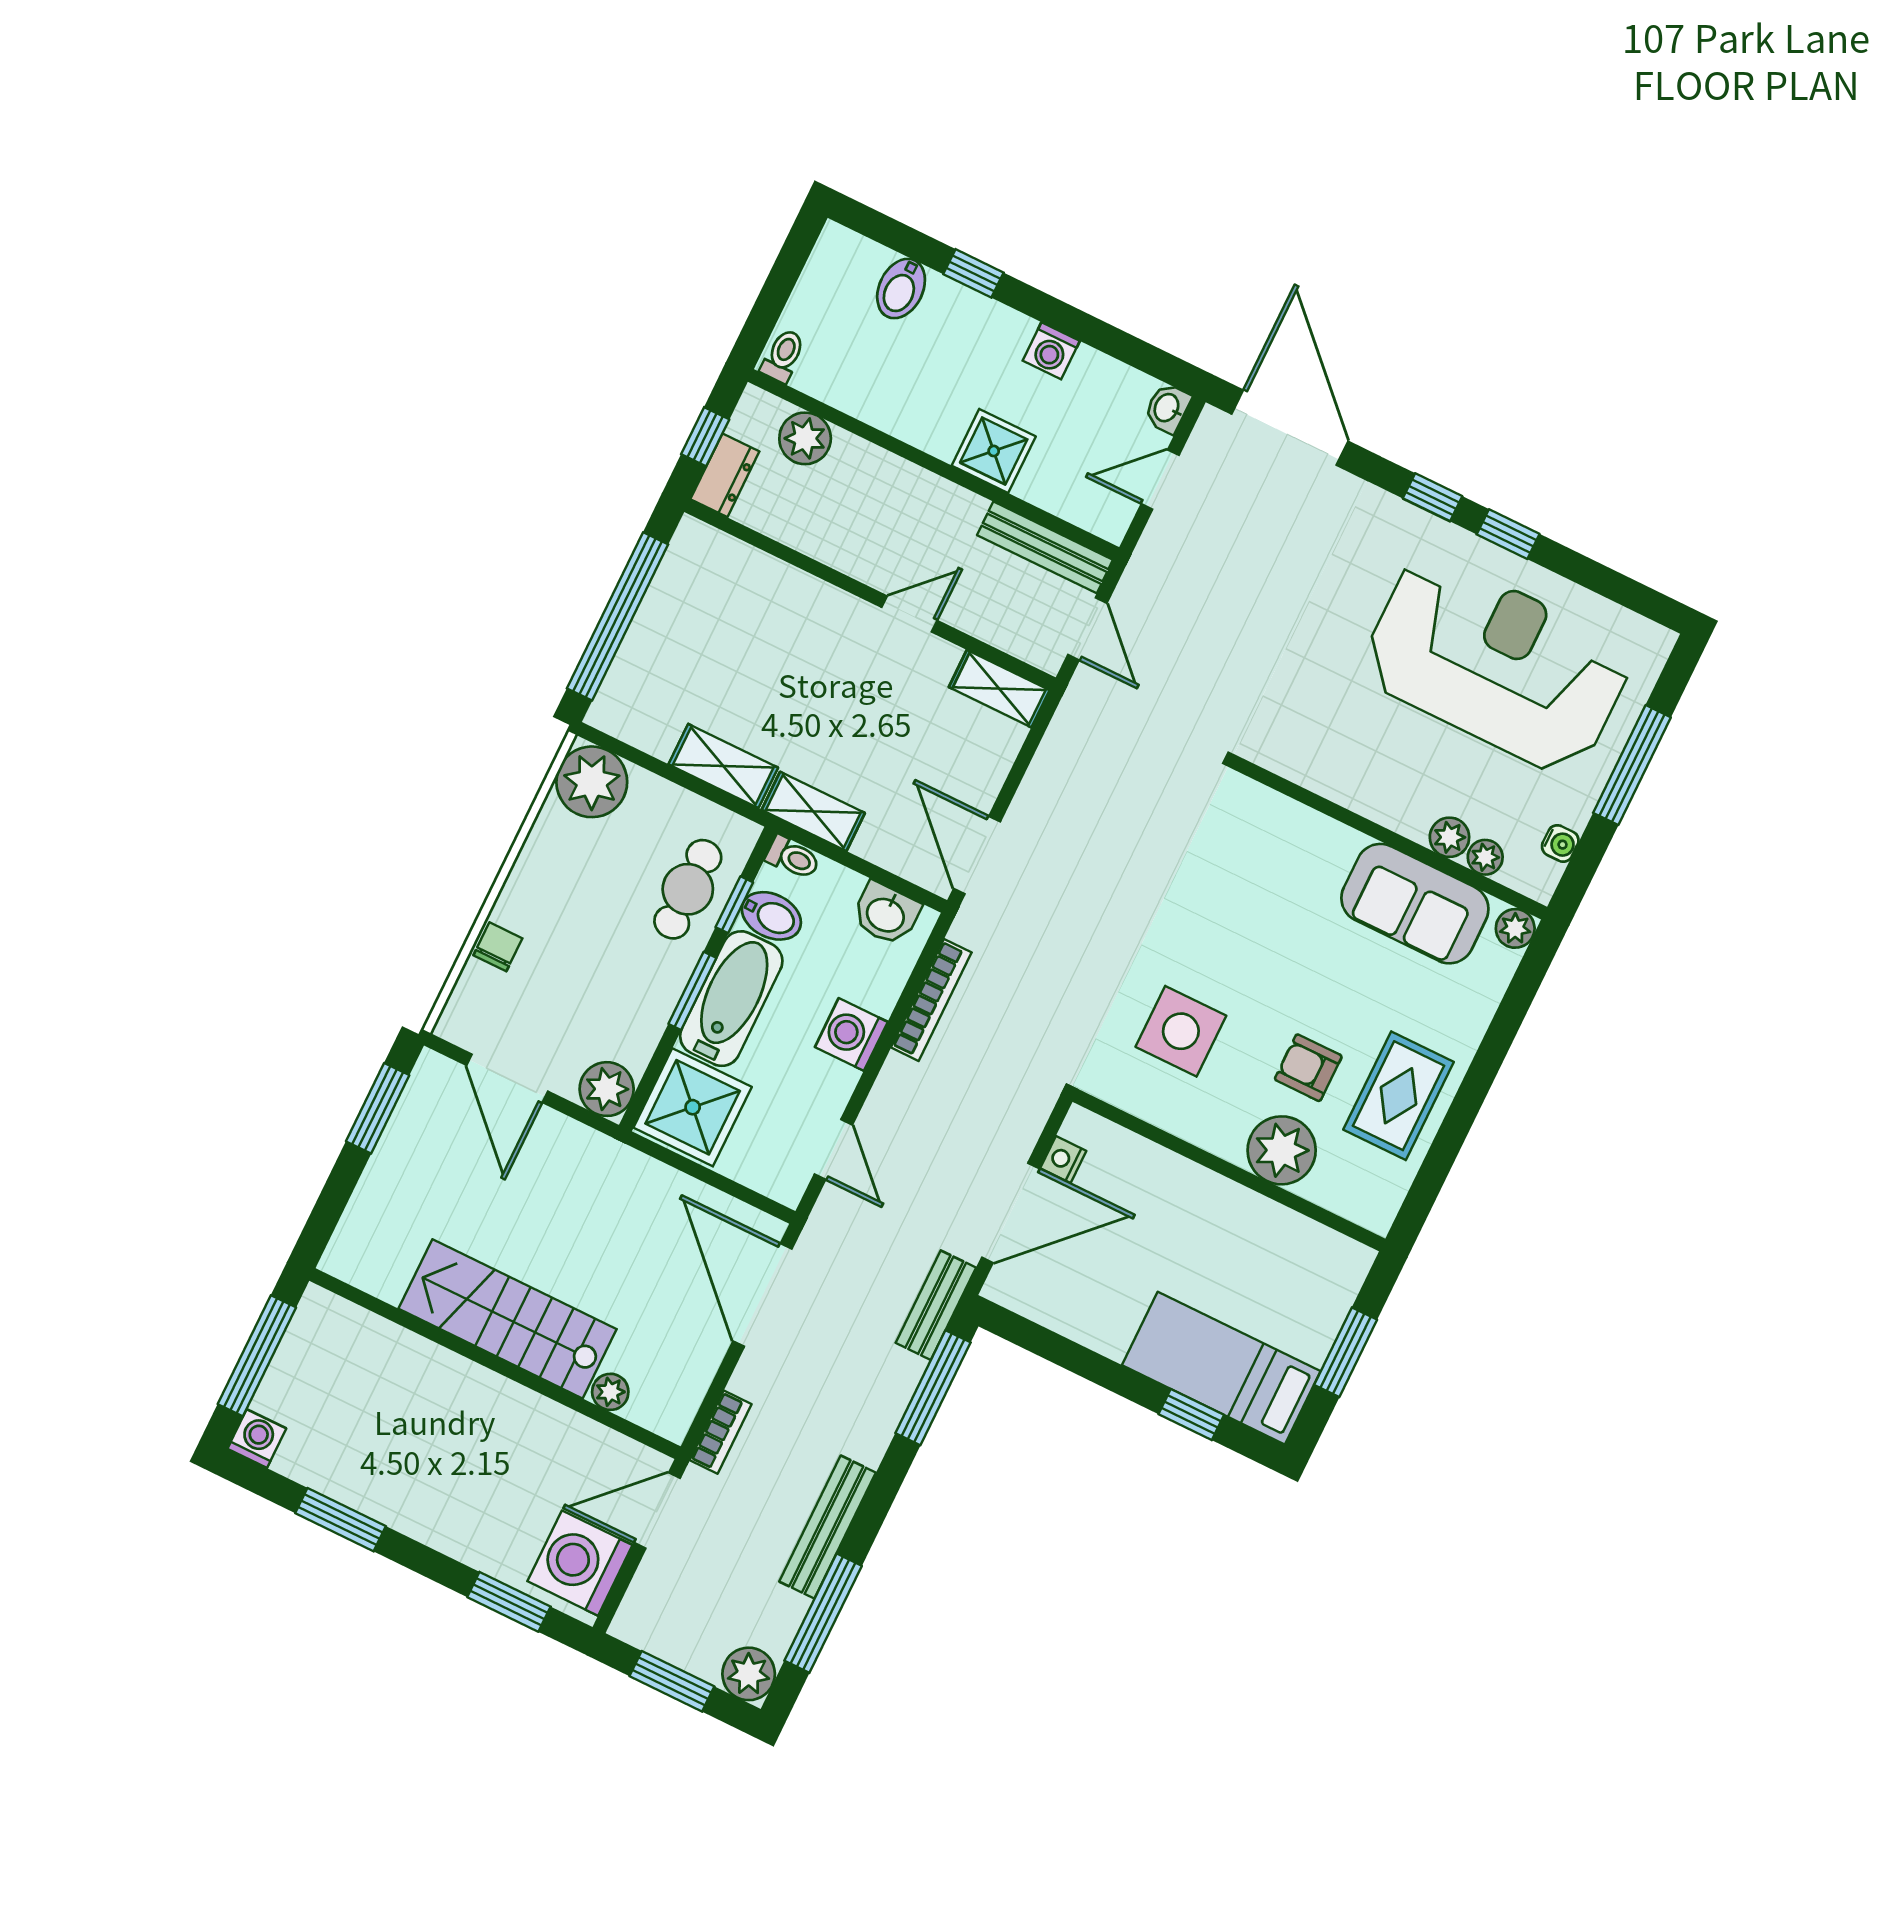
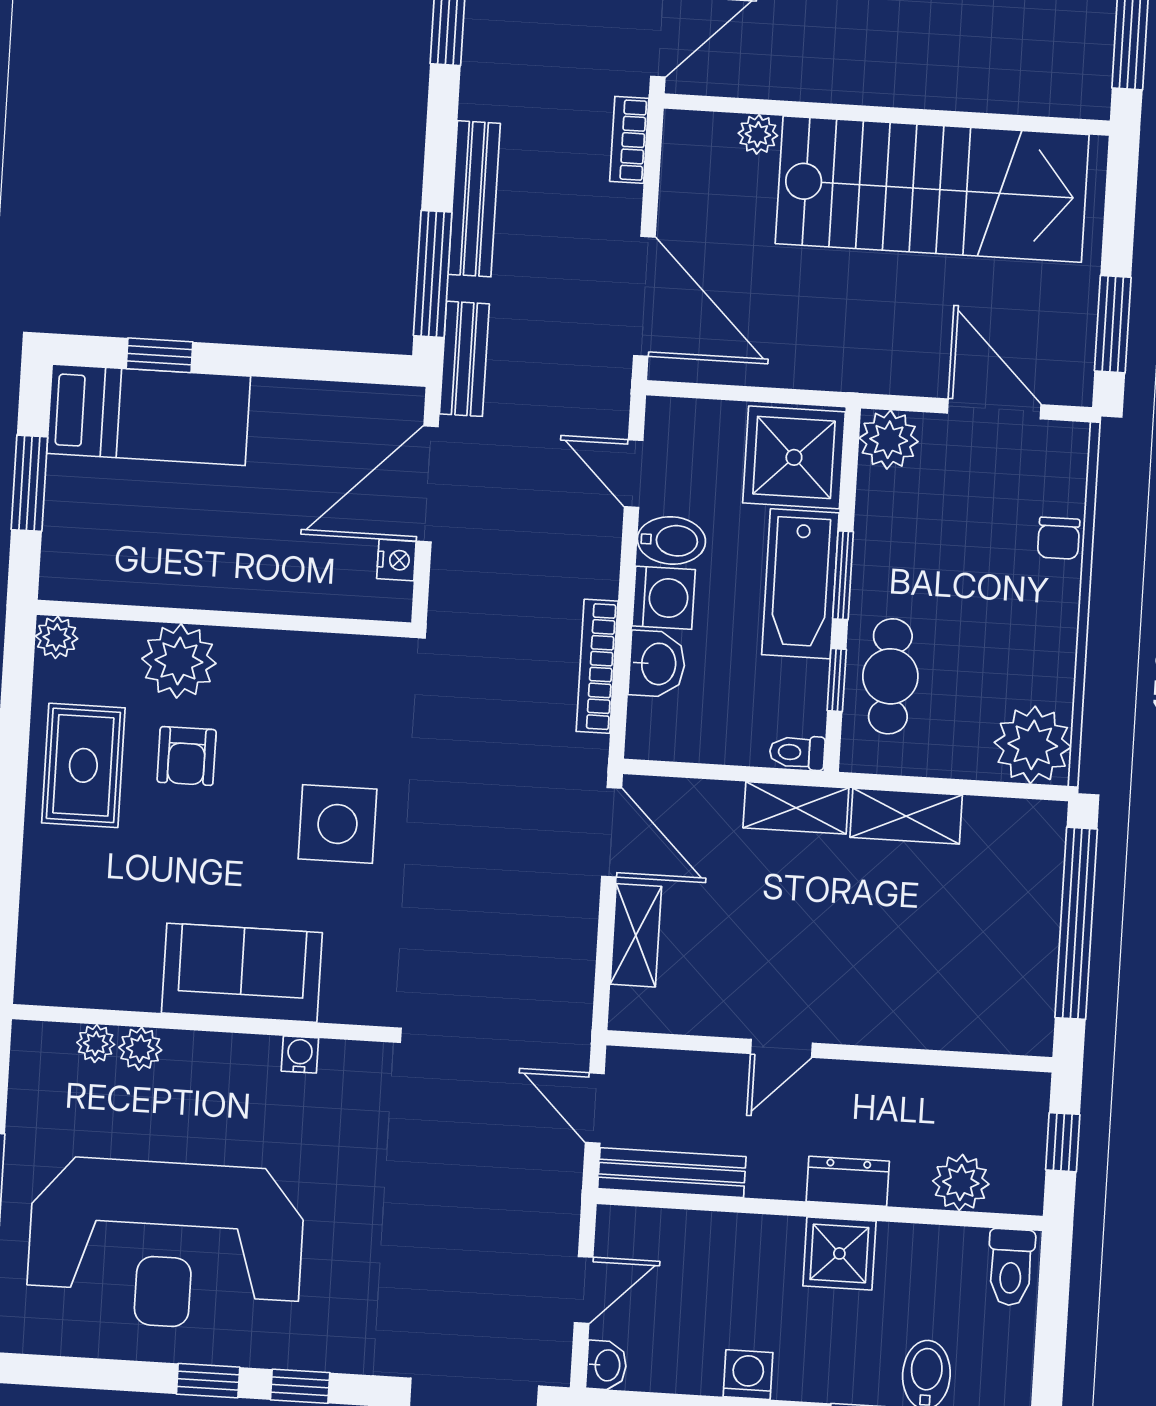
toilet: (783, 356) -> (1011, 1267), width x1.37, depth x1.39
shower: (994, 451) -> (839, 1253), moved
dresser: (725, 475) -> (848, 1181), moved, turned 90
shelving: (999, 689) -> (636, 935), moved, turned 90
water cooler: (1560, 843) -> (300, 1054), moved, turned 90
sofa: (1415, 904) -> (242, 973), moved
washbasin: (886, 914) -> (657, 664), moved, turned 90
bidet: (771, 916) -> (671, 540), moved, turned 180
plant: (1515, 928) -> (57, 637), moved
side table: (1181, 1031) -> (337, 824), moved
armchair: (1308, 1068) -> (187, 756), turned 90
stairs: (508, 1319) -> (932, 189), width x1.36, depth x1.51
bench: (828, 1527) -> (474, 199), moved

